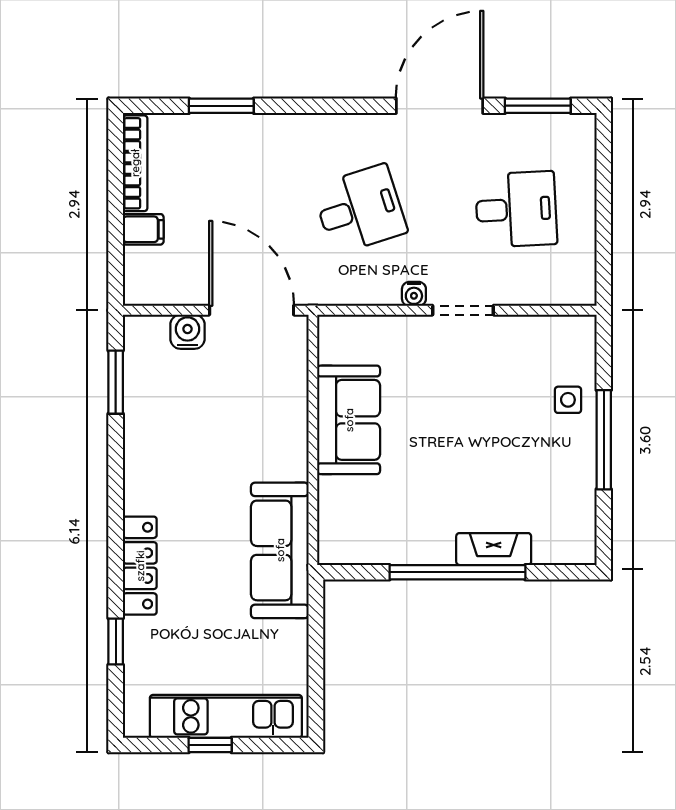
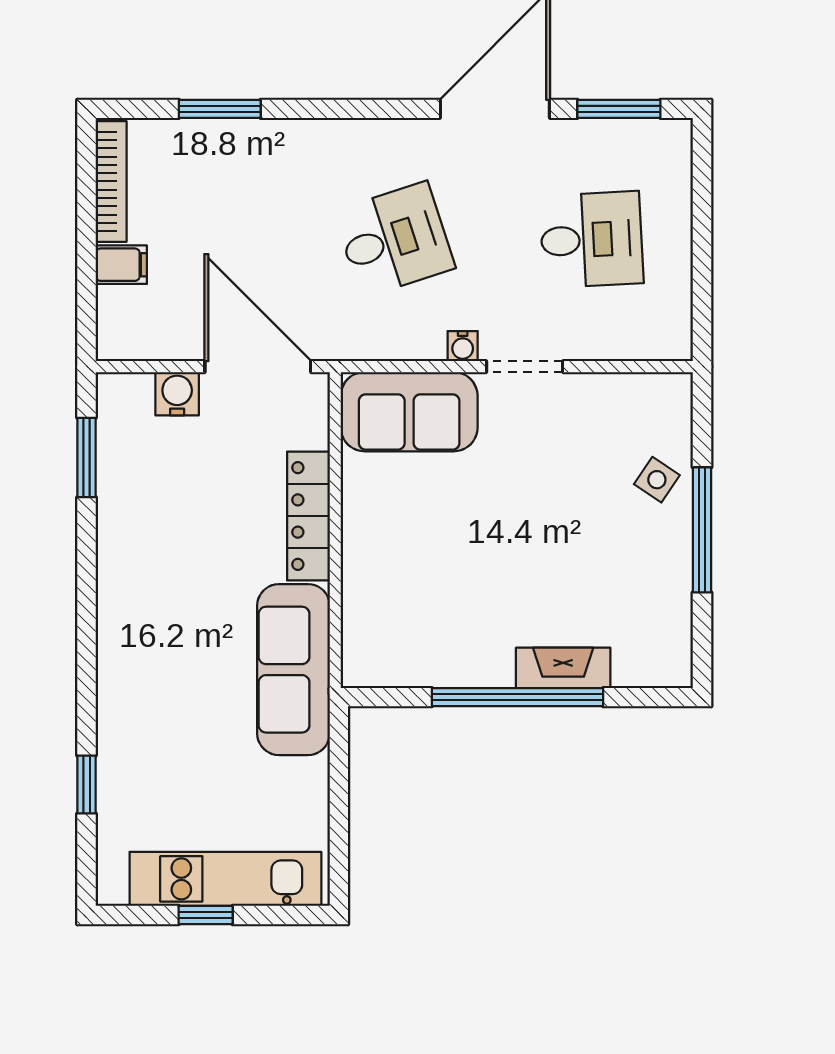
side table: (568, 400) -> (657, 480), turned 34
sofa: (349, 420) -> (409, 412), moved, turned 90
locker: (140, 566) -> (308, 516), moved, turned 180

